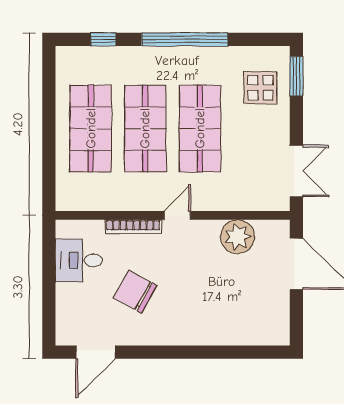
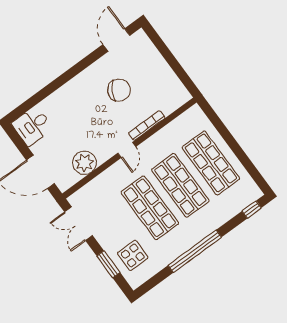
window: (103, 39) -> (252, 209), moved
window: (296, 76) -> (108, 264), moved
desk: (79, 260) -> (32, 126), moved, turned 180

